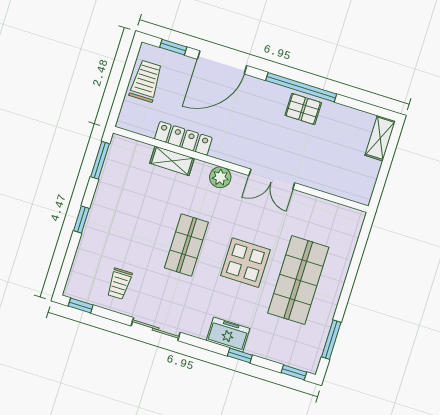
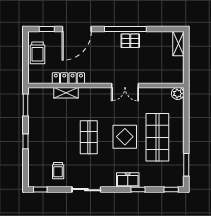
trolley: (146, 81) -> (37, 53), turned 180
plant: (220, 177) -> (178, 93), moved

